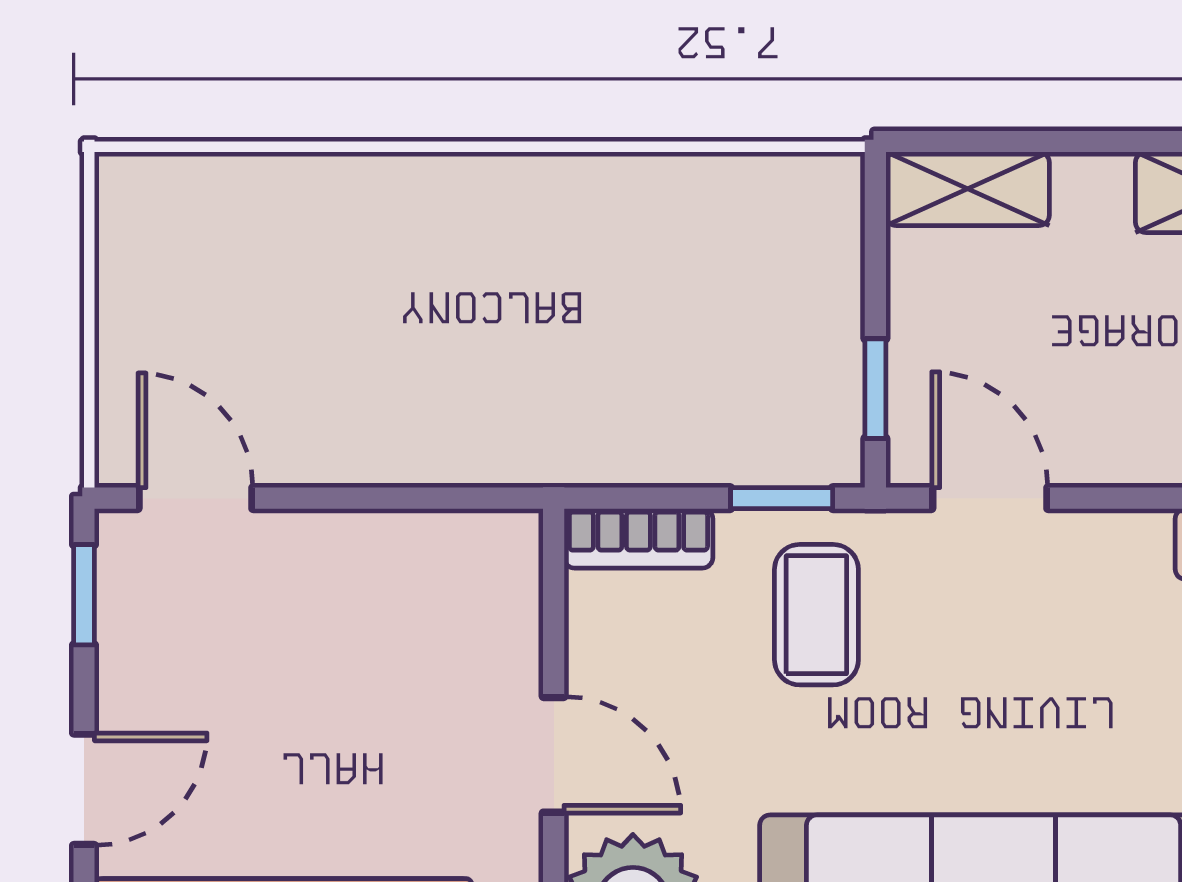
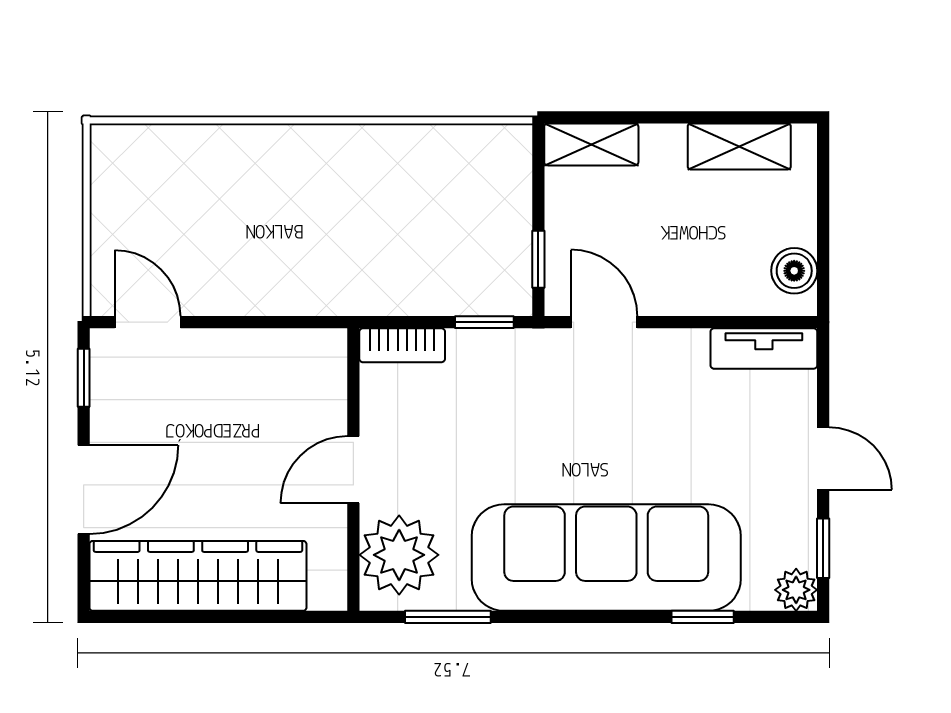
coffee table: (816, 615) -> (504, 389), removed
door: (554, 755) -> (353, 470), swing flipped
door: (84, 789) -> (84, 489), width x1.38

